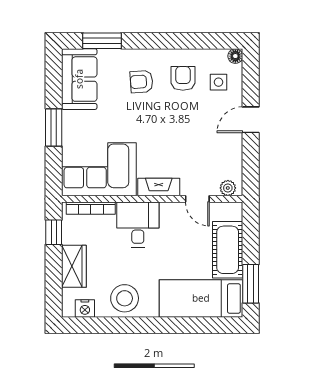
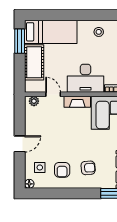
desk: (138, 224) -> (85, 78), width x1.37
stool: (125, 298) -> (99, 32), width x0.53, depth x0.53

